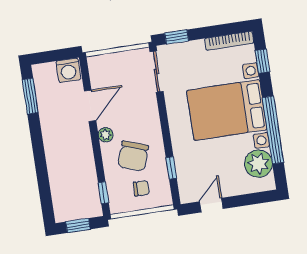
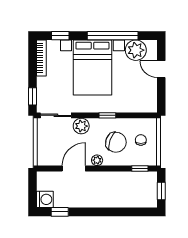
washing machine: (68, 70) -> (45, 199), moved
window: (30, 96) -> (60, 212), width x0.67
door: (90, 106) -> (74, 168), hinge flipped
plant: (148, 107) -> (81, 126), added
window: (171, 168) -> (107, 115), moved
door: (211, 205) -> (161, 69), moved

